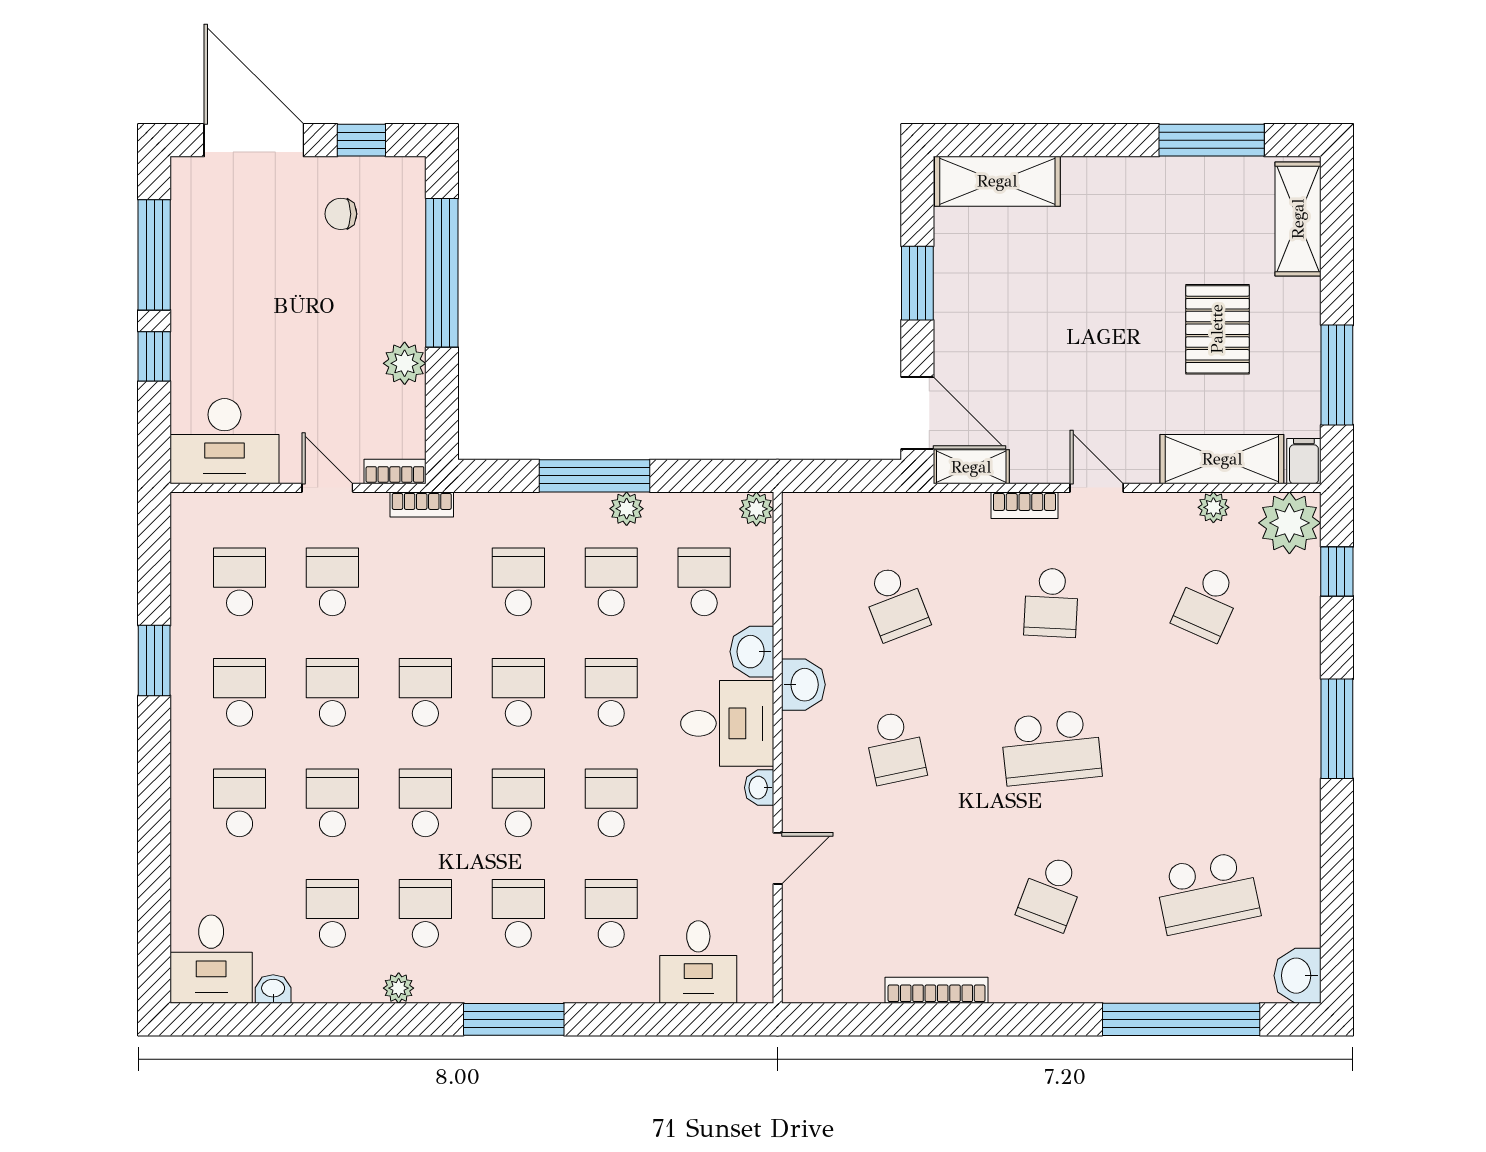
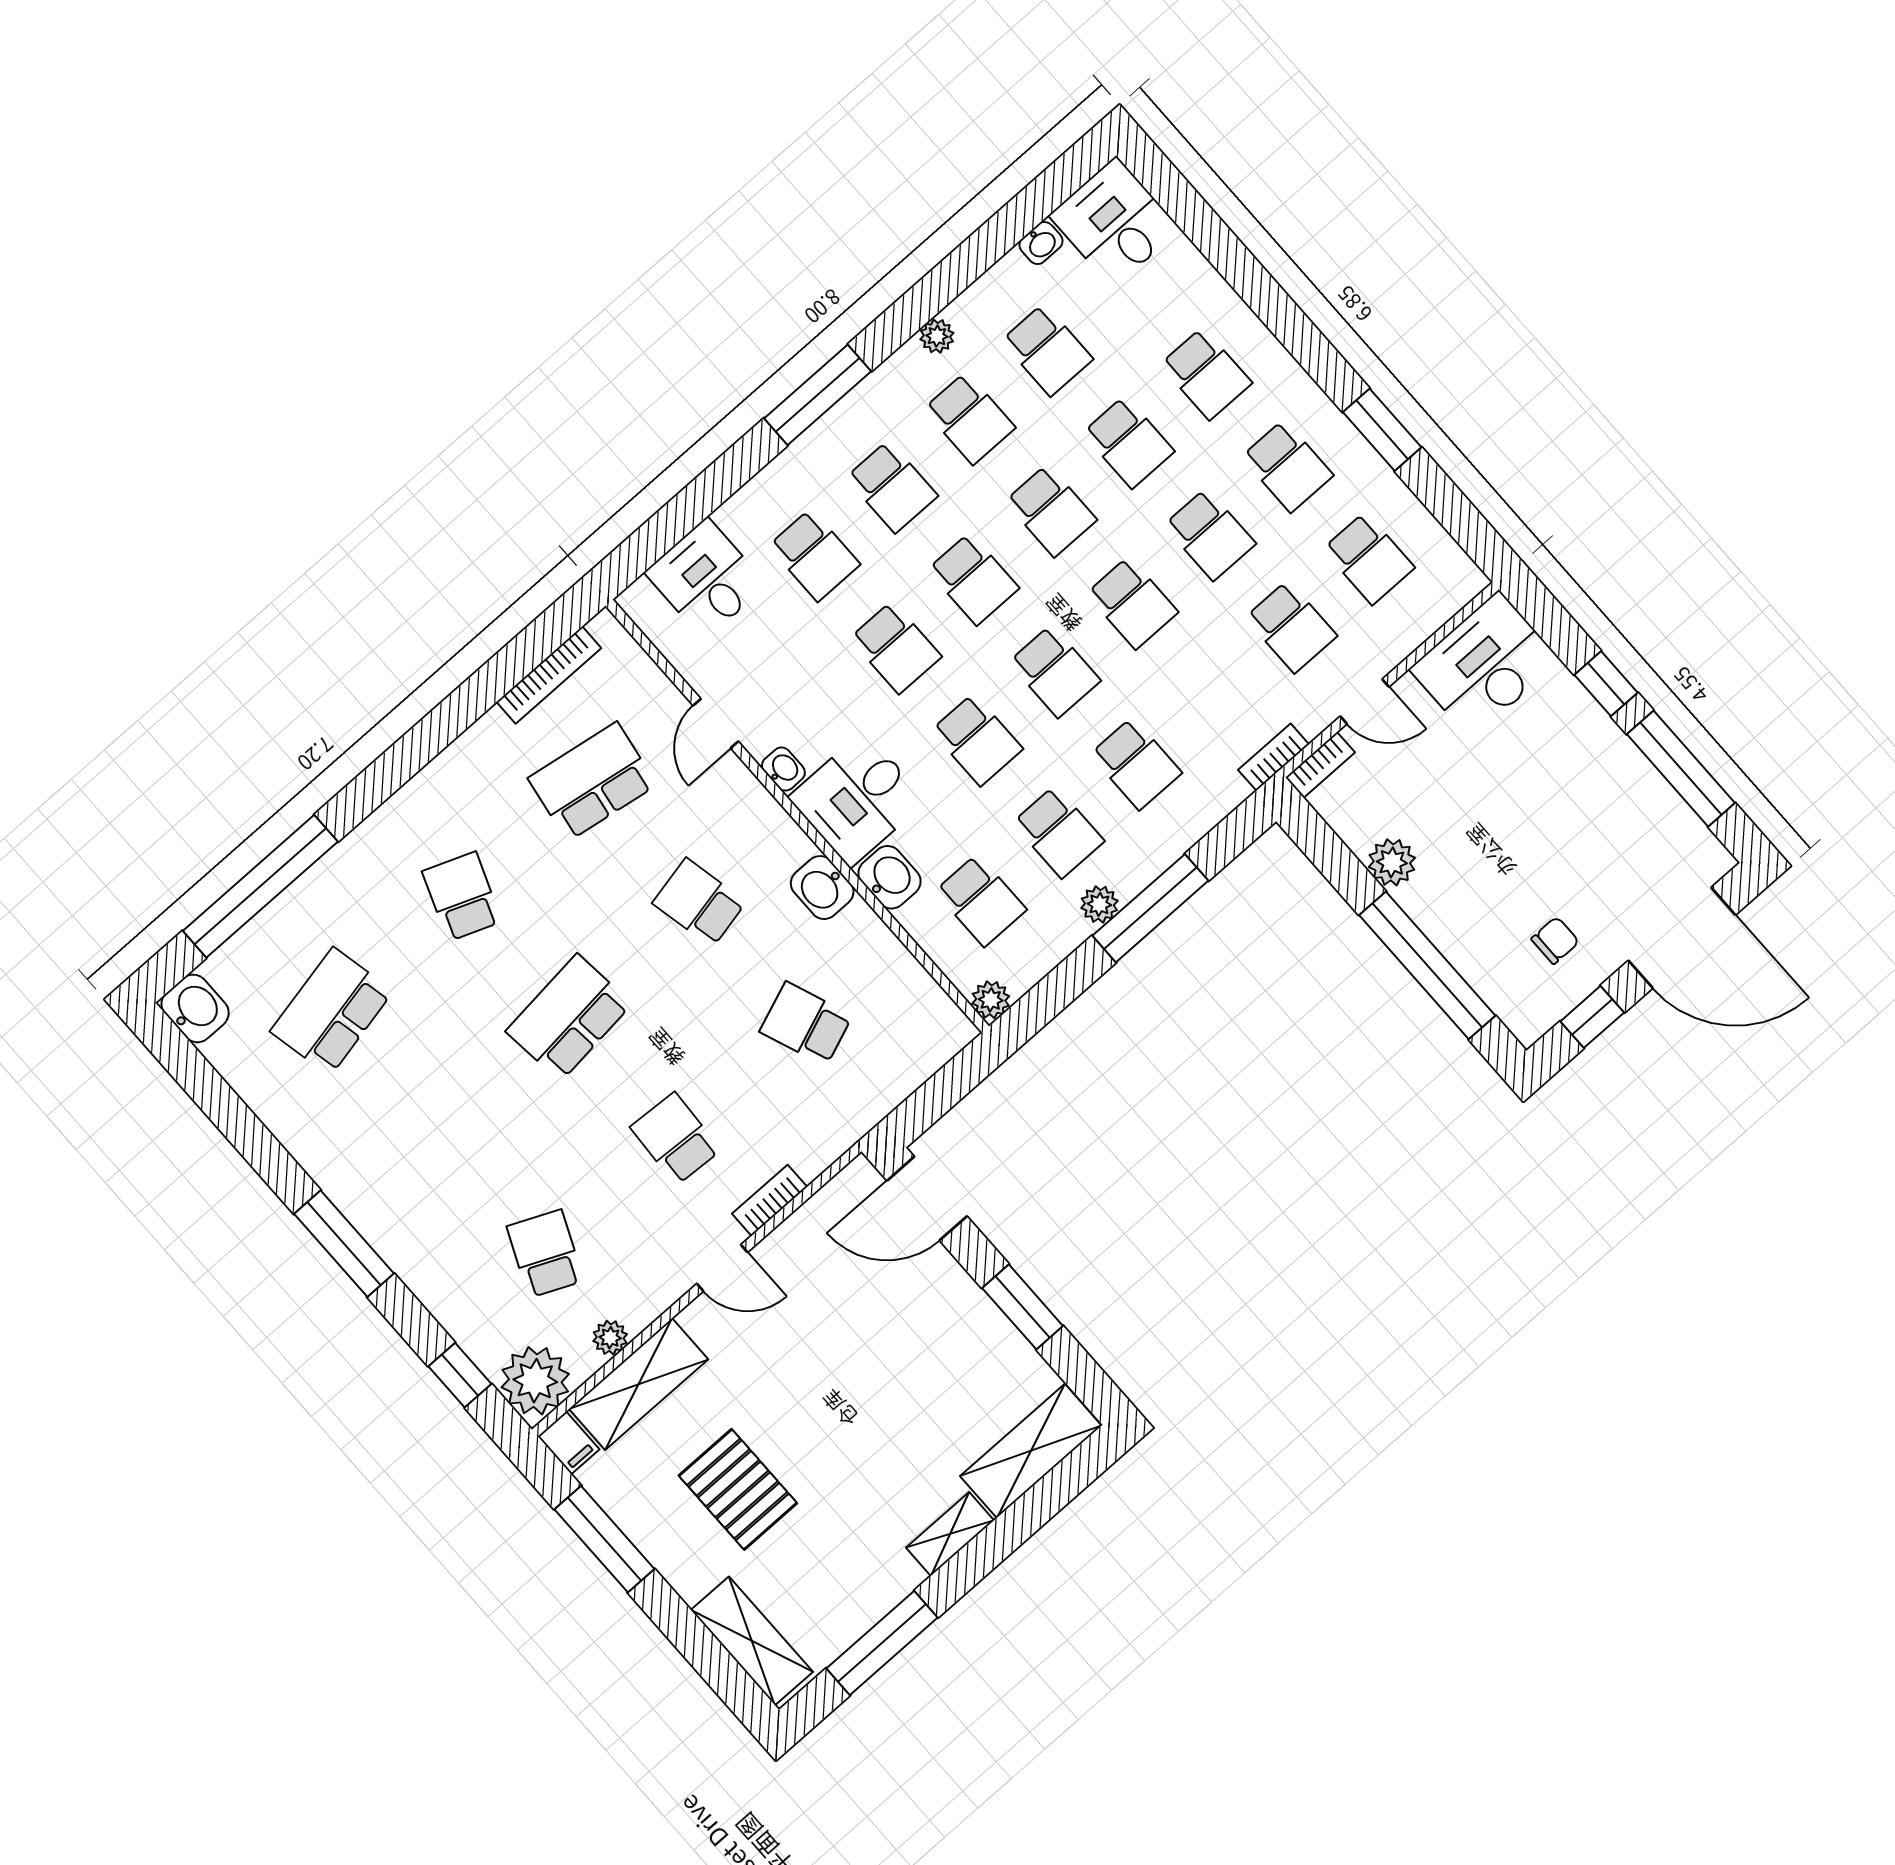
shelving: (971, 467) -> (950, 1534), moved
school desk: (895, 893) -> (592, 782), added
bookcase: (937, 990) -> (549, 675), moved

